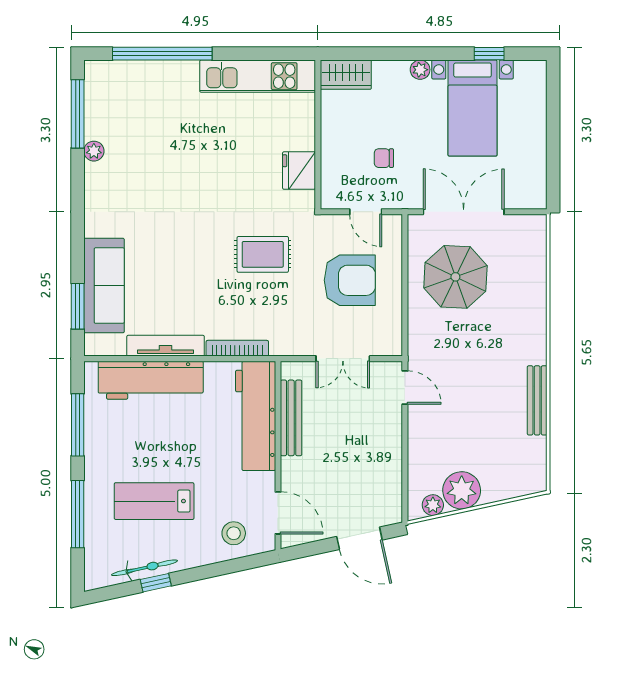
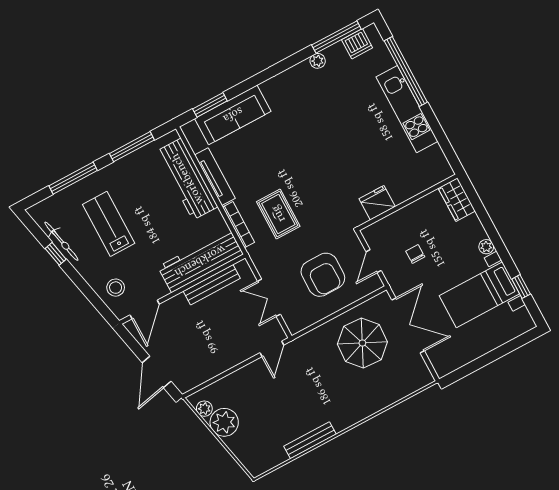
kitchen unit: (258, 76) -> (407, 109), moved
dishwasher: (99, 94) -> (357, 44), added
rug: (263, 254) -> (278, 214), moved

